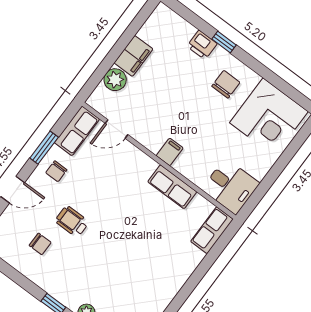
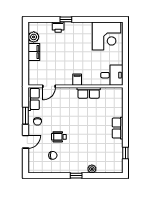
plant: (115, 80) -> (34, 37), moved
chair: (226, 84) -> (79, 36), removed
row of seats: (212, 230) -> (118, 128), moved

